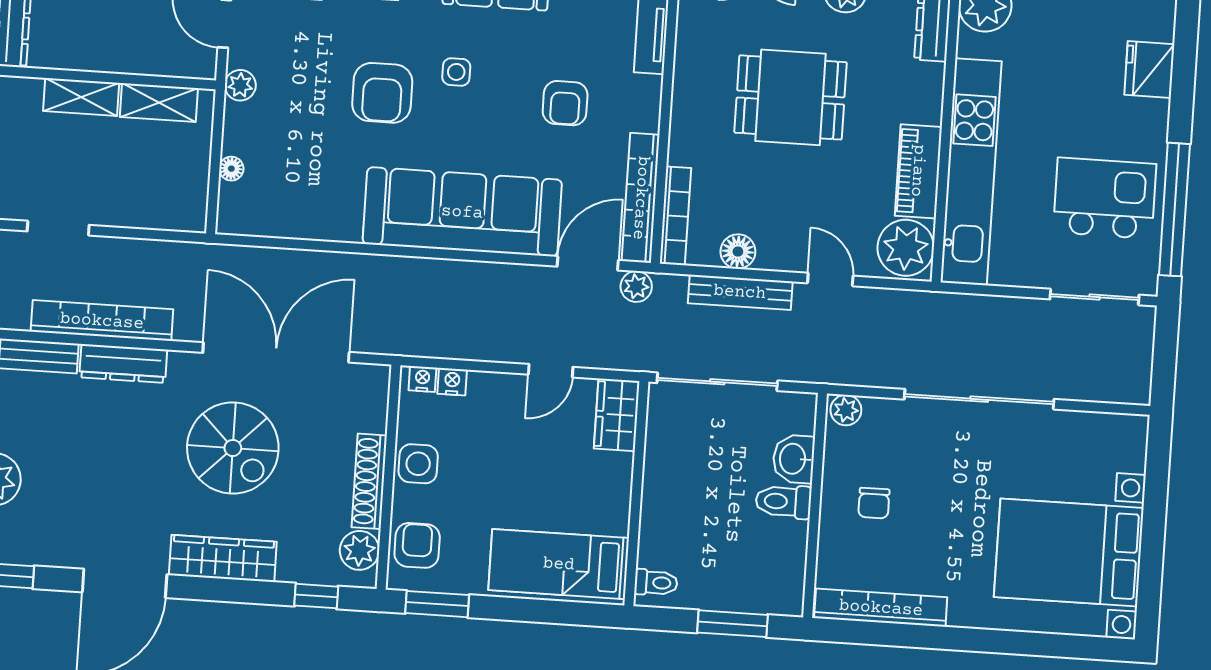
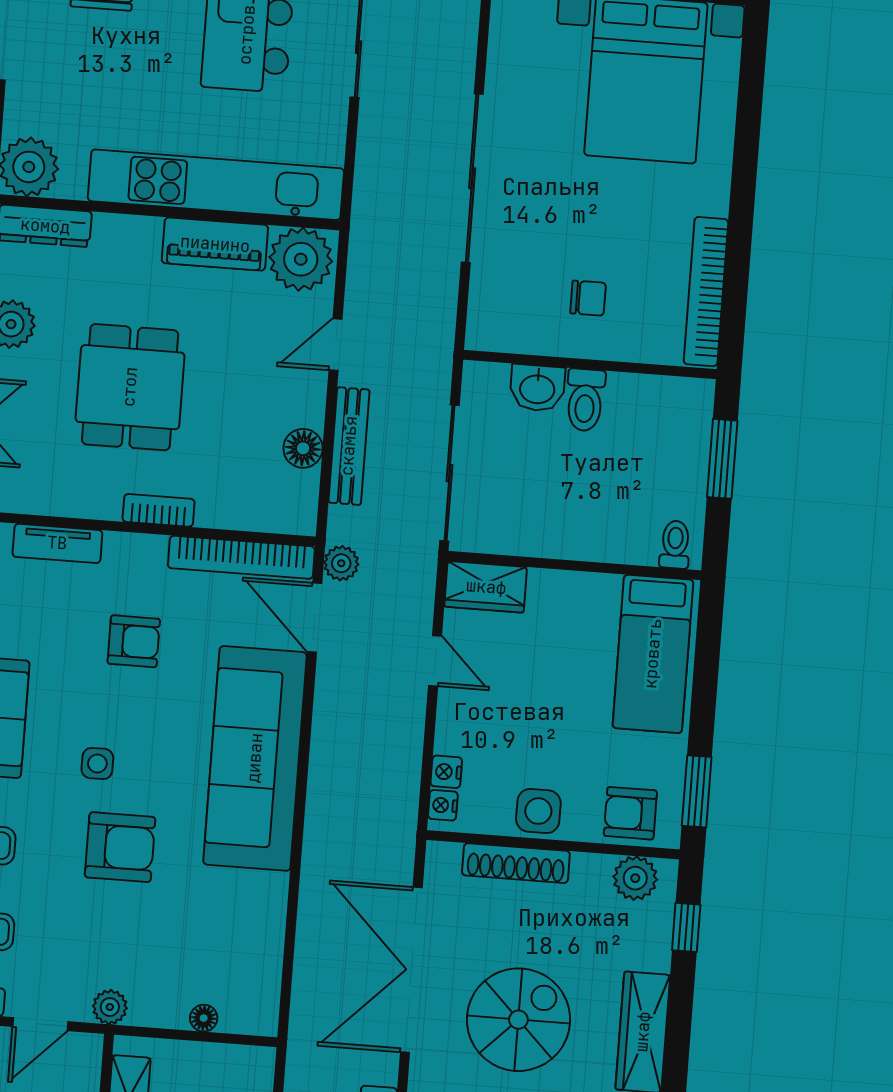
bookcase: (675, 216) -> (159, 510), moved, width x0.64
plant: (846, 410) -> (483, 329), removed
shoe rack: (369, 481) -> (516, 863), moved

